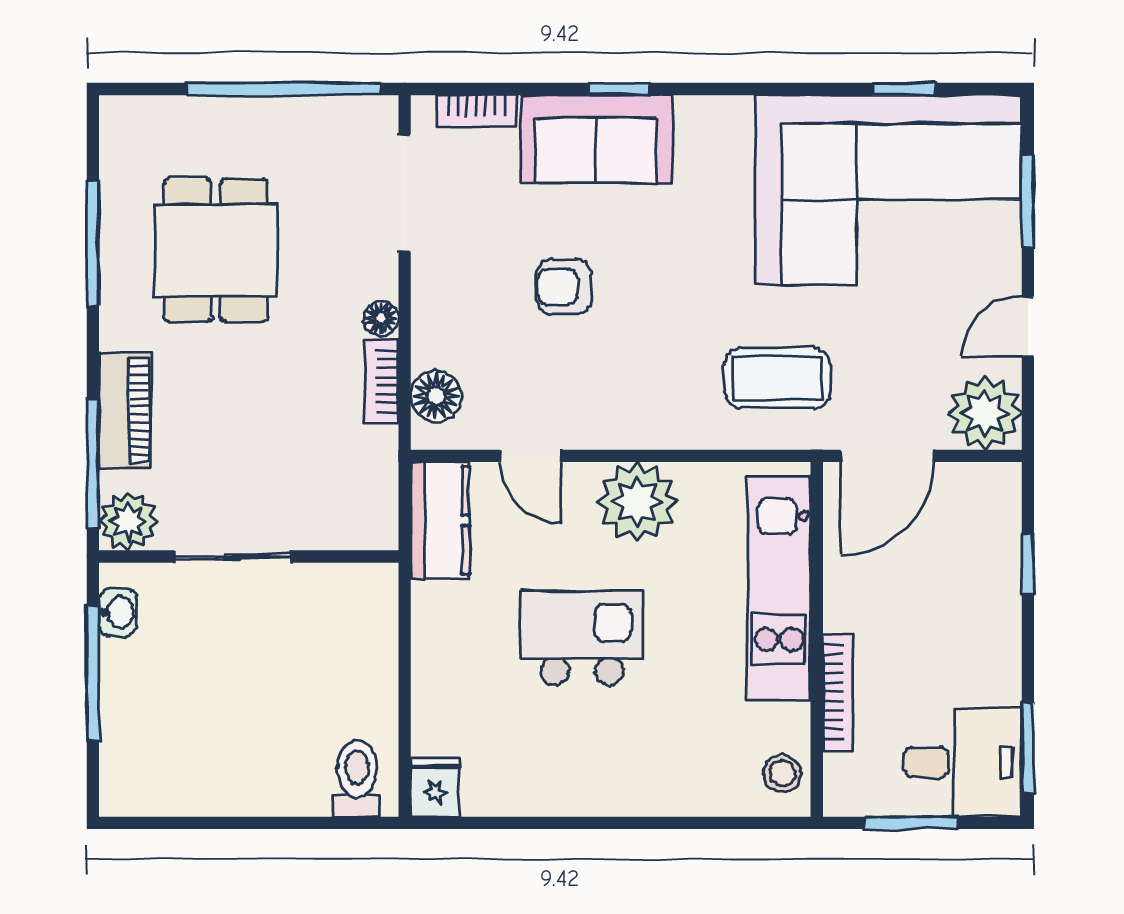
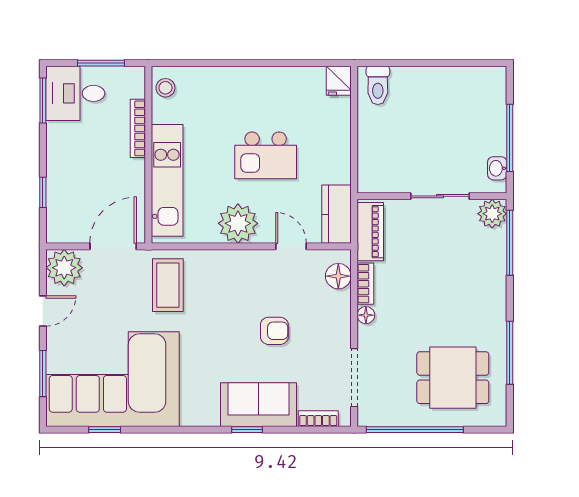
dining table: (216, 250) -> (453, 378), moved, turned 90
coffee table: (777, 378) -> (168, 285), turned 90
piano: (125, 411) -> (370, 232), moved, turned 180

